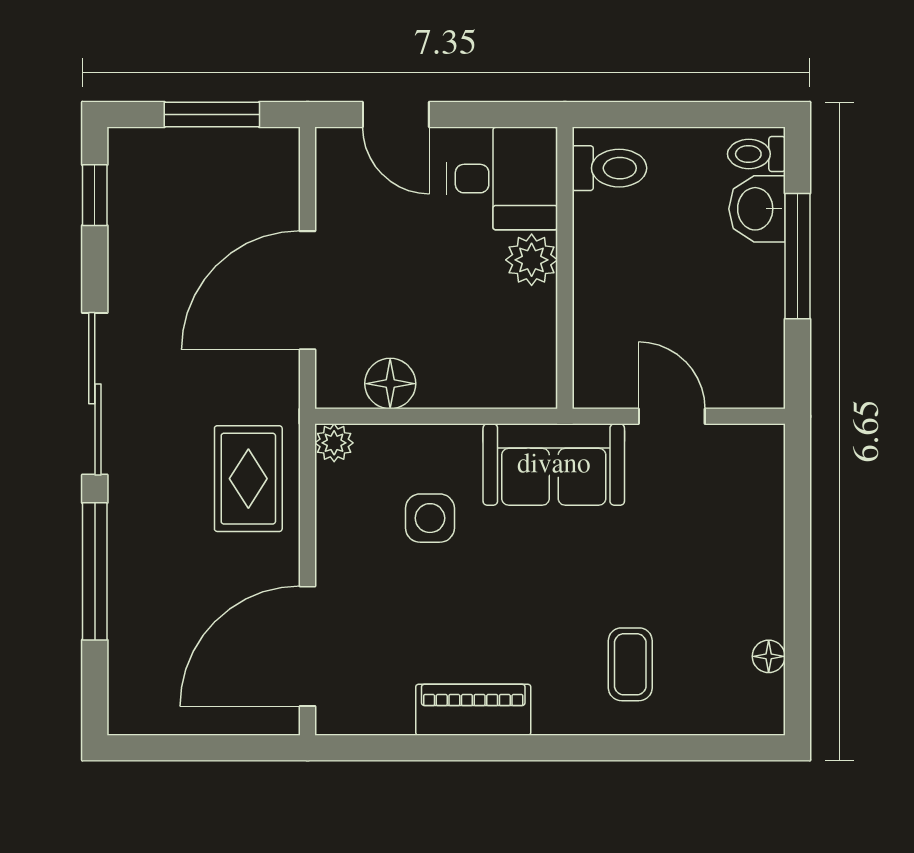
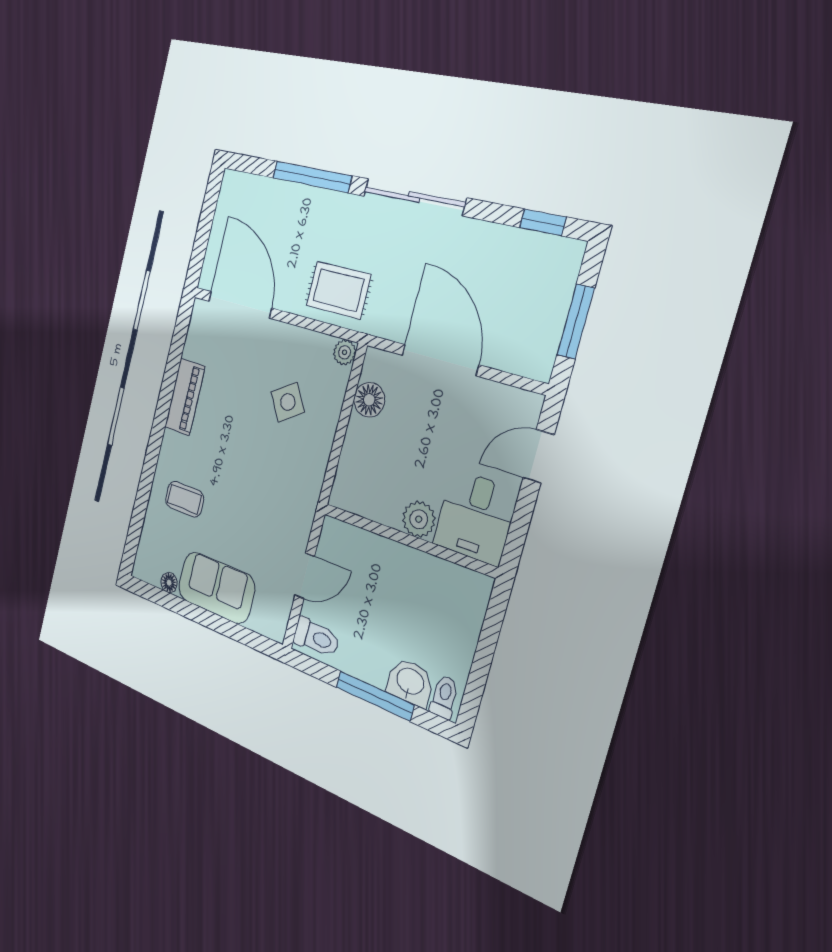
toilet: (609, 168) -> (316, 637), moved, turned -90
sofa: (554, 465) -> (216, 588), moved, turned 90
side table: (430, 518) -> (288, 402), turned -33

